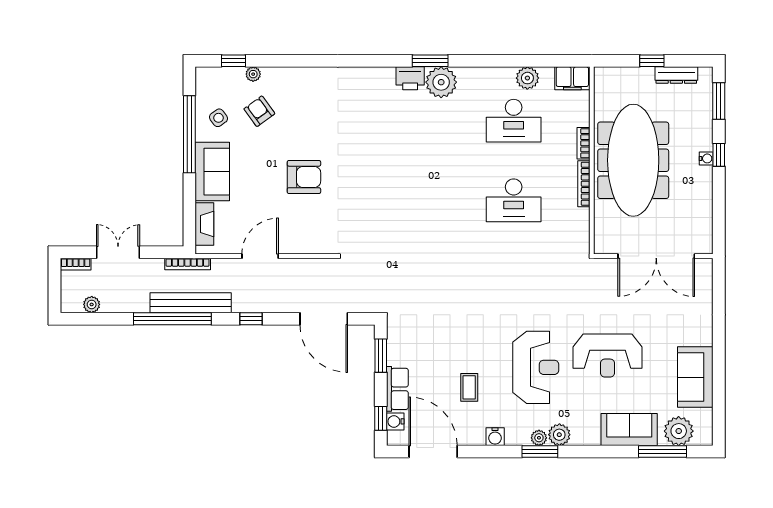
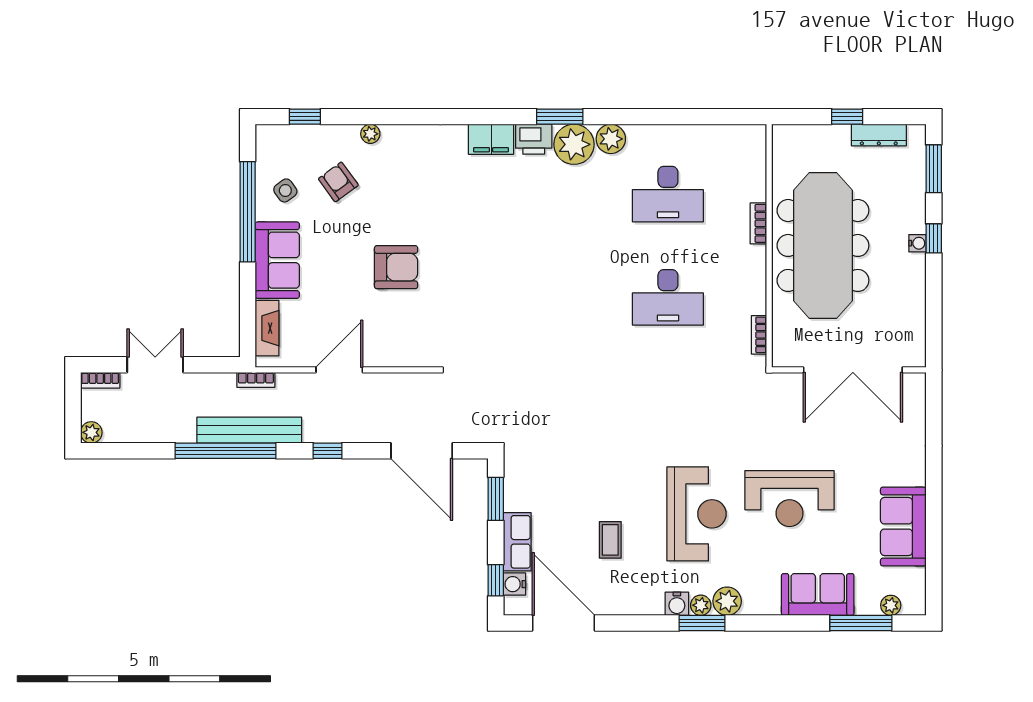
plant: (253, 74) -> (370, 134), moved
plant: (527, 78) -> (611, 139), moved
filing cabinet: (572, 78) -> (491, 139), moved
bookcase: (584, 184) -> (759, 335), moved, width x0.64
bookcase: (188, 264) -> (256, 380), width x0.64
plant: (92, 304) -> (91, 432), moved
plant: (679, 431) -> (891, 605), width x0.53, depth x0.53
water cooler: (495, 437) -> (677, 604), moved

